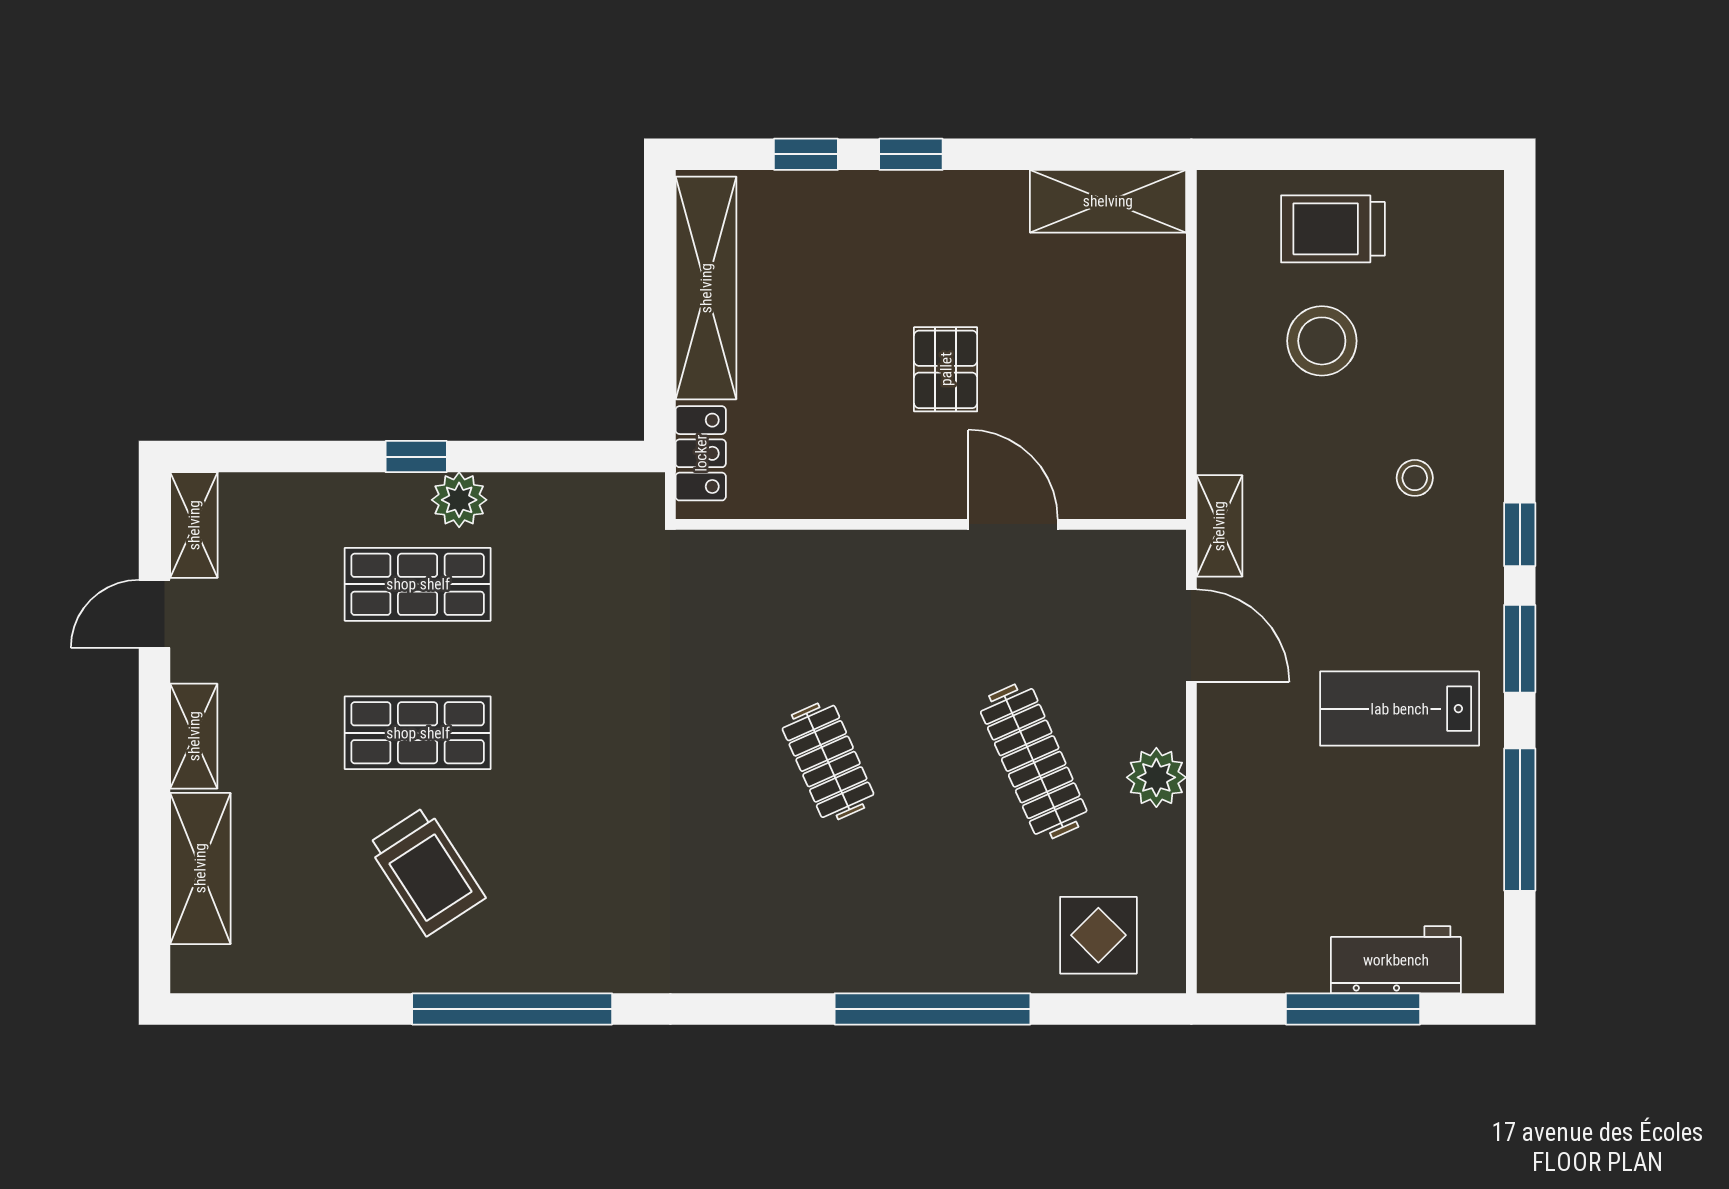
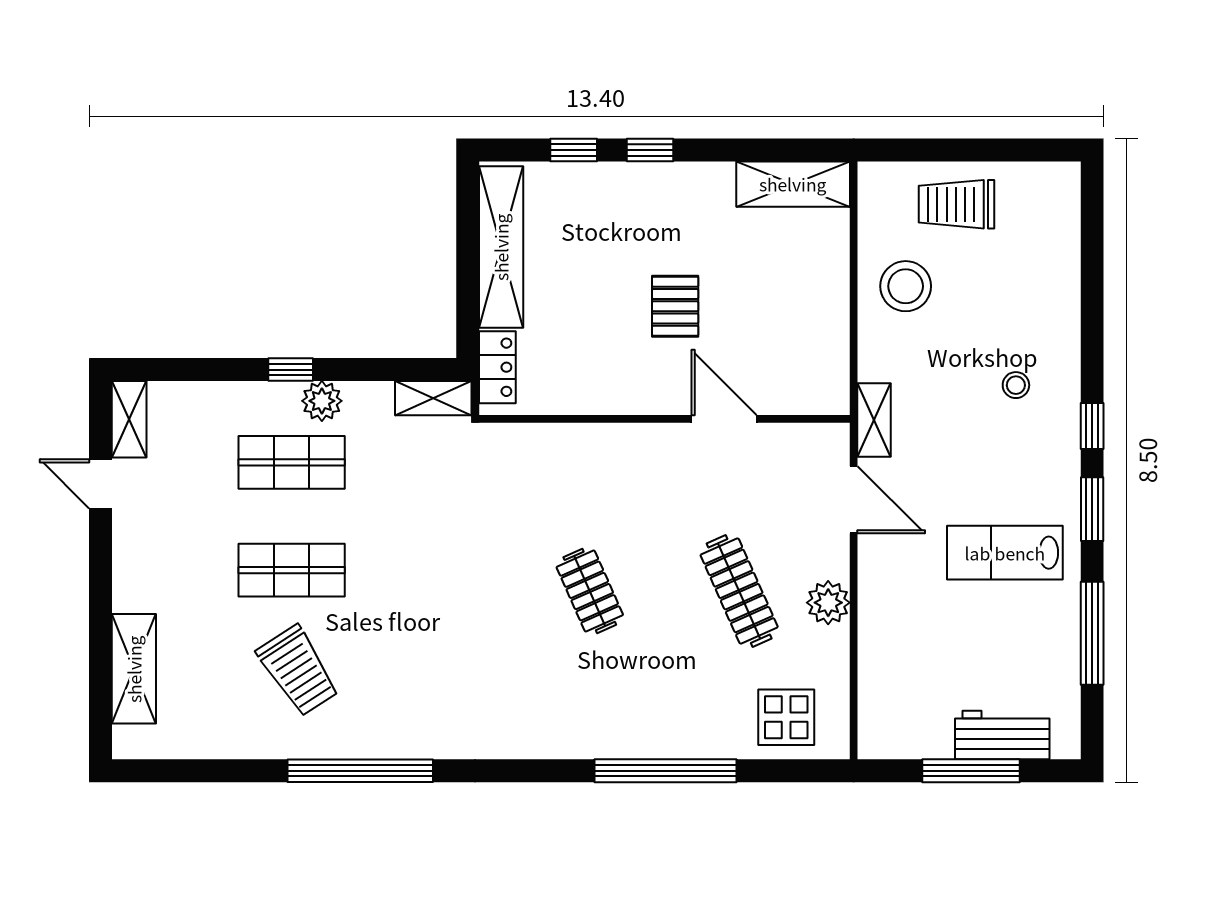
stool: (1322, 341) -> (906, 286), moved
door: (154, 614) -> (101, 484), hinge flipped
shelving: (194, 736) -> (433, 398), moved, turned 90

